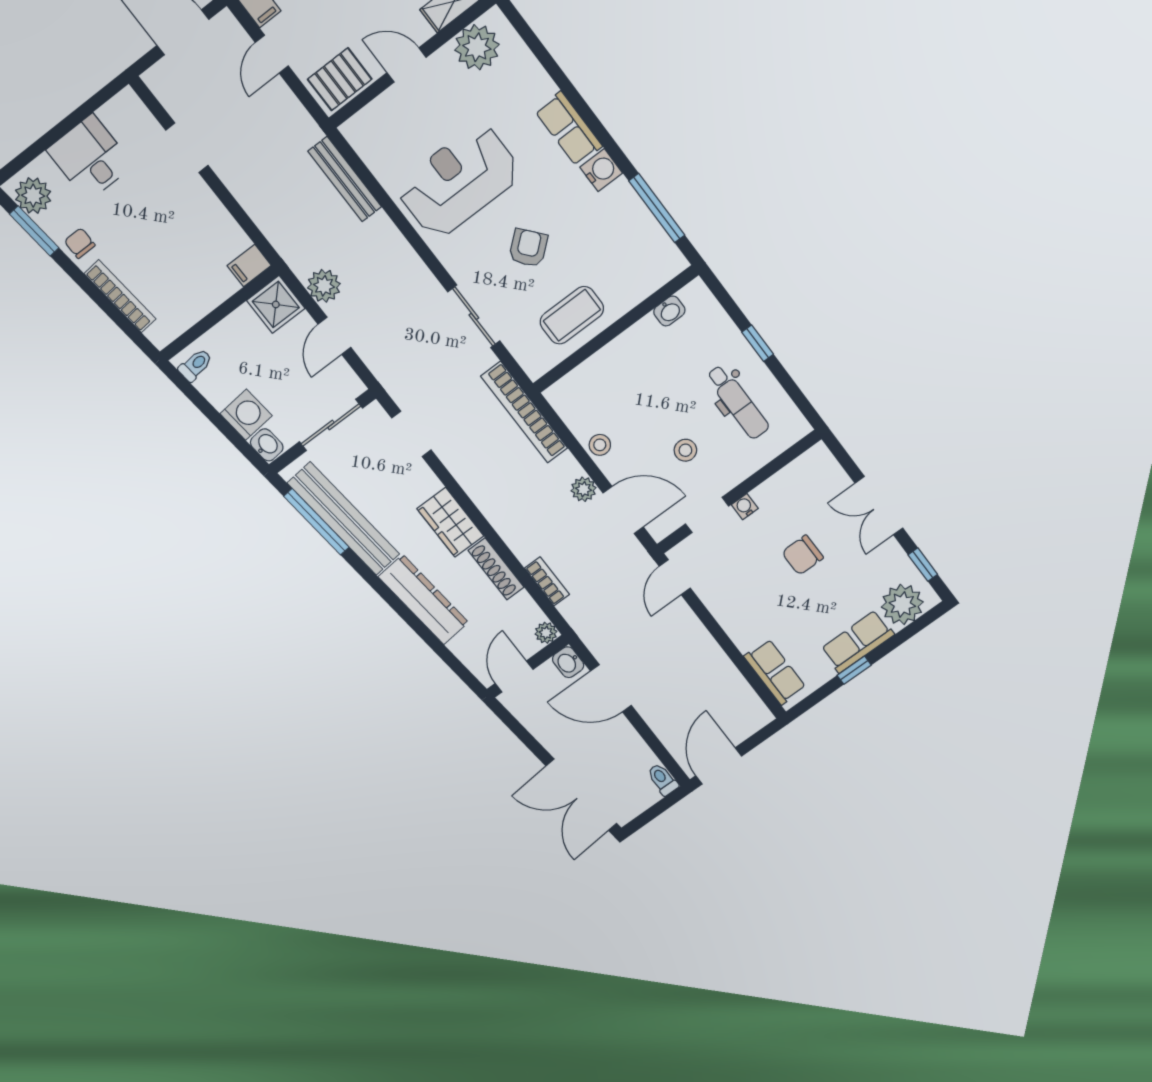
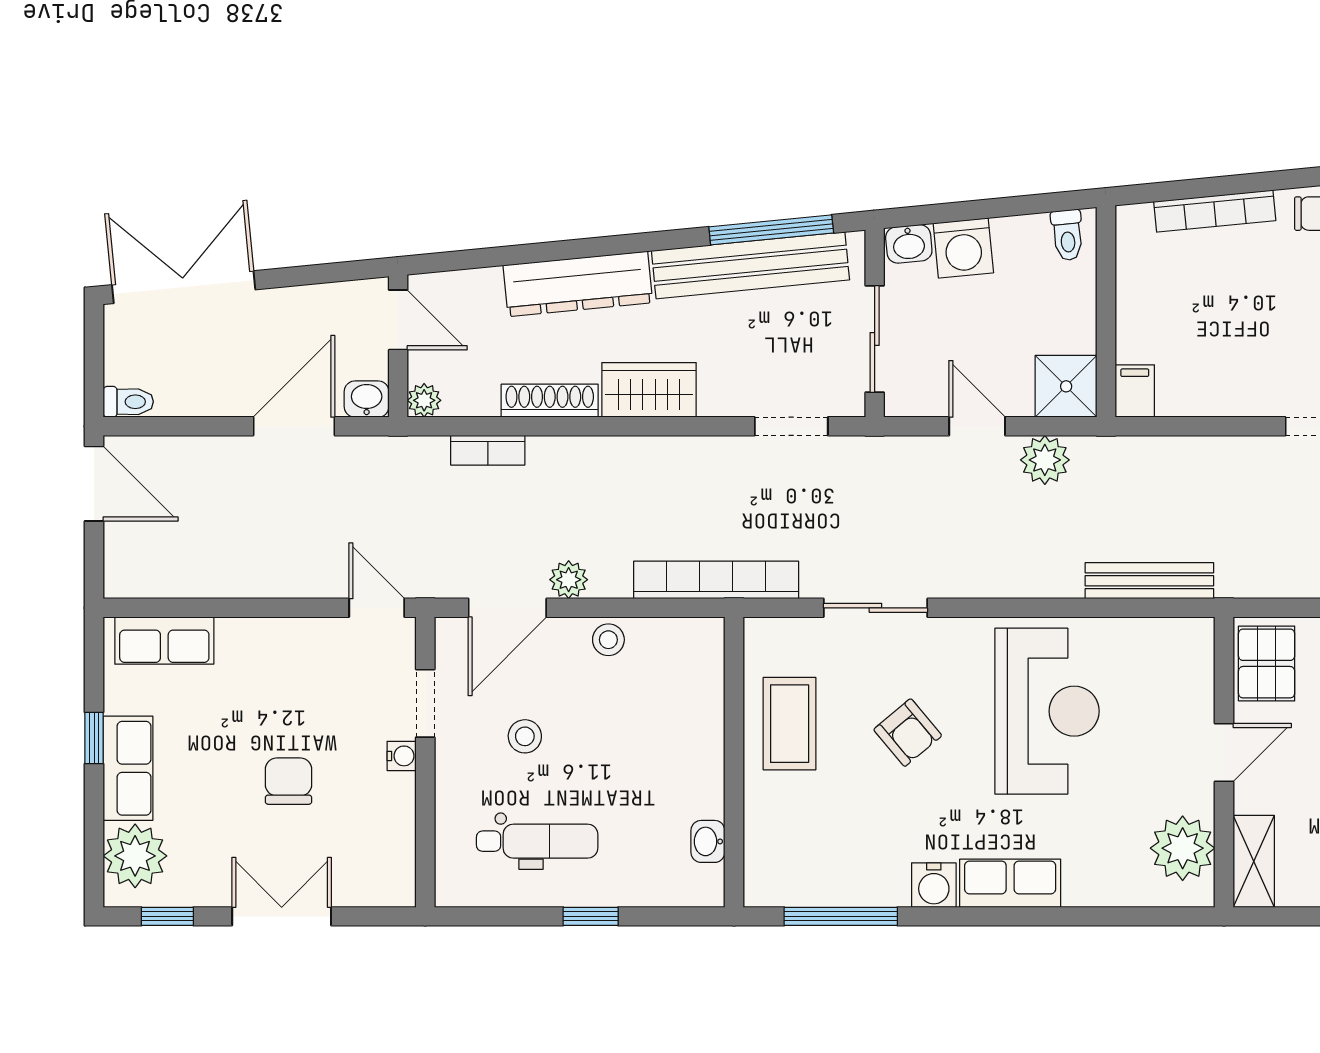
dental chair: (738, 402) -> (537, 841), turned 180

